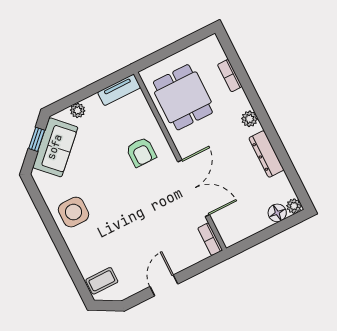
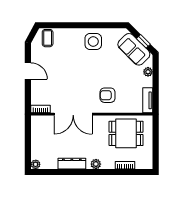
floor lamp: (277, 213) -> (36, 153), removed

